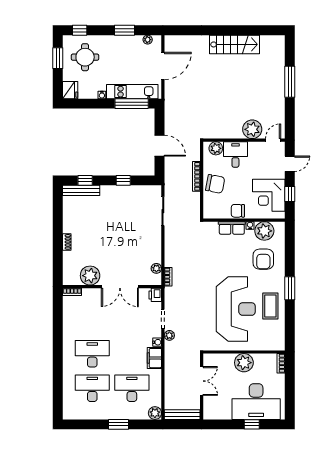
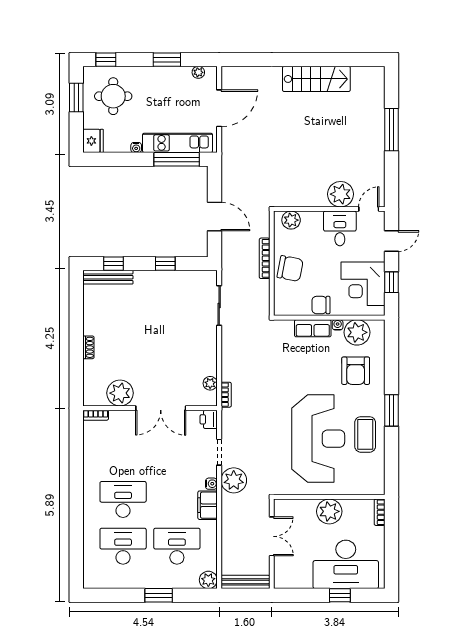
desk: (235, 154) -> (340, 228), moved
plant: (169, 335) -> (234, 480), width x1.88, depth x1.88

